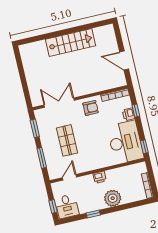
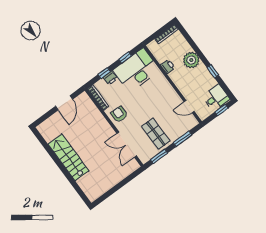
shop shelf: (67, 140) -> (156, 134), moved, turned 90
window: (144, 147) -> (125, 58), moved
printer: (100, 177) -> (168, 66), moved

